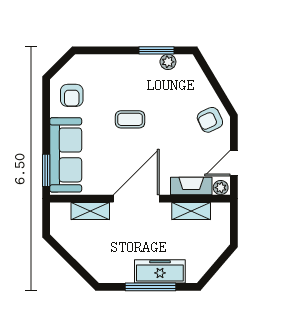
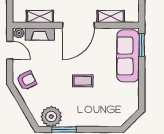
plant: (168, 62) -> (51, 117), width x1.88, depth x1.88
armchair: (72, 95) -> (124, 98), removed
door: (234, 163) -> (10, 50), hinge flipped

